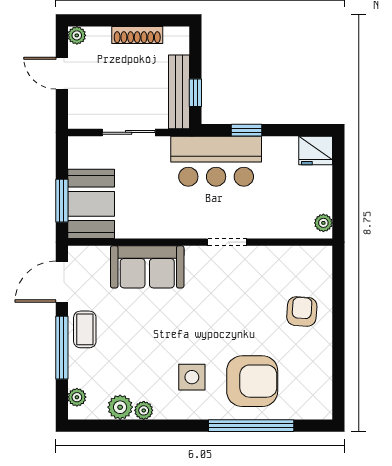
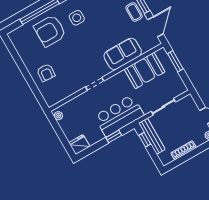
booth: (91, 204) -> (145, 71), moved, turned 90

